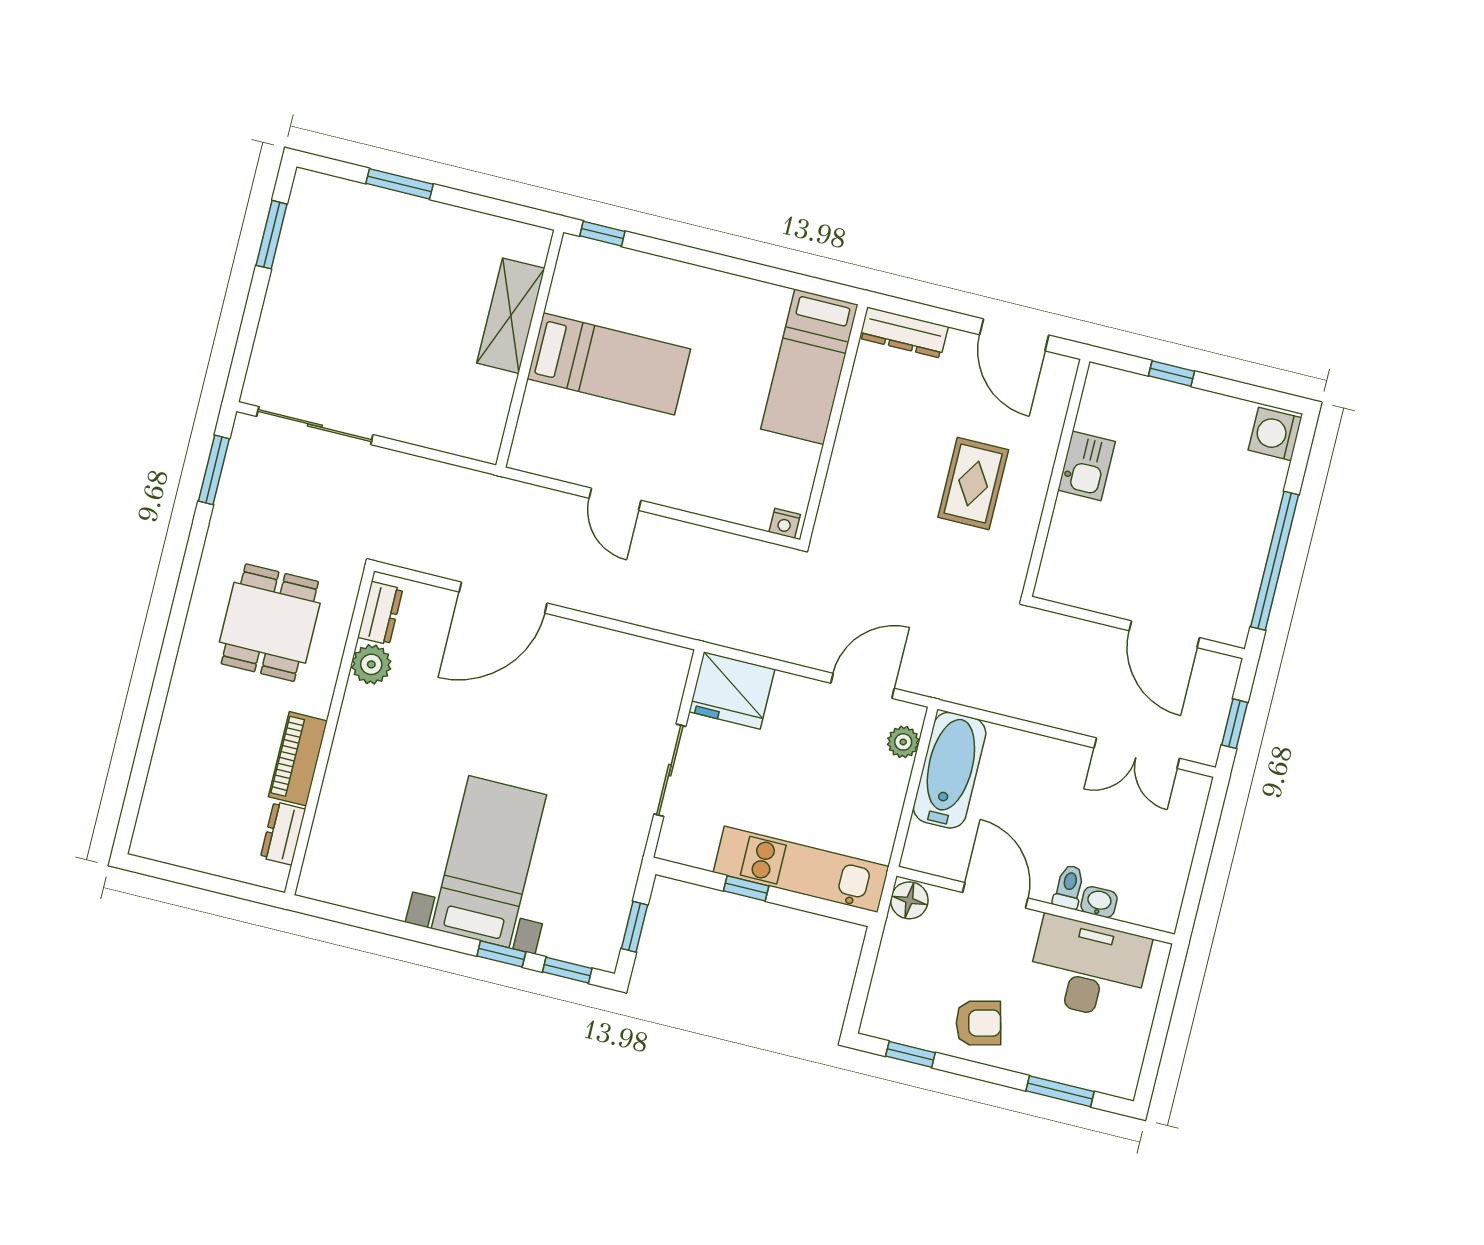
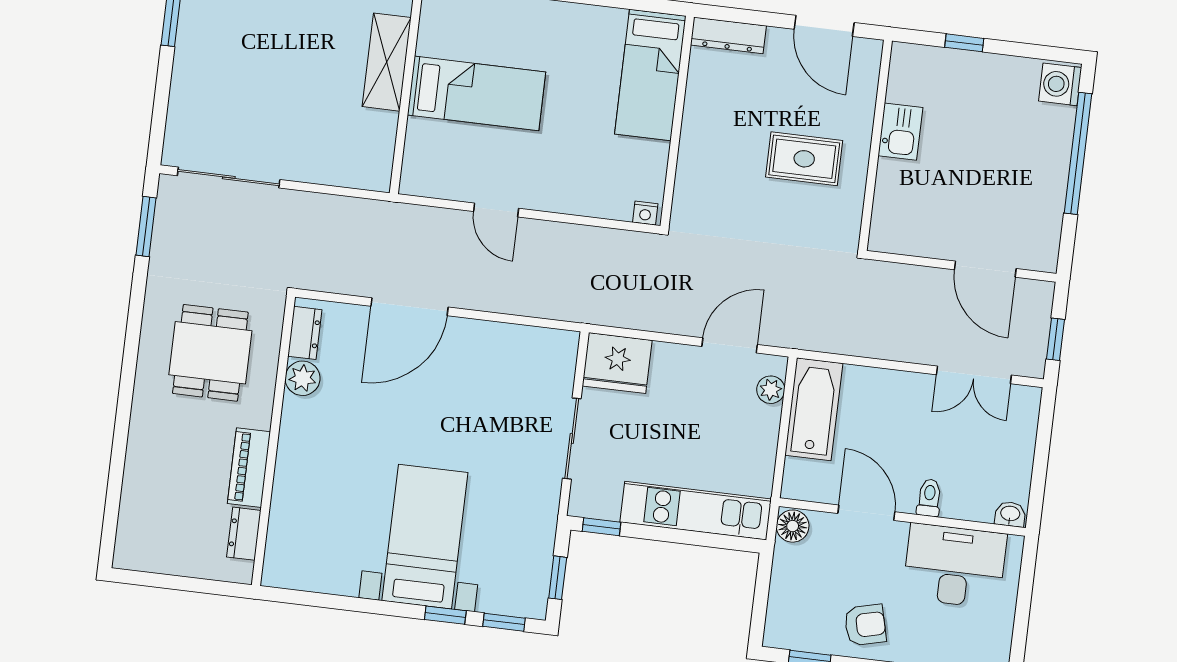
rug: (973, 484) -> (804, 159), turned 90
window: (1275, 561) -> (1078, 153), moved
window: (746, 888) -> (601, 527), moved
washbasin: (1099, 902) -> (1010, 514), moved

